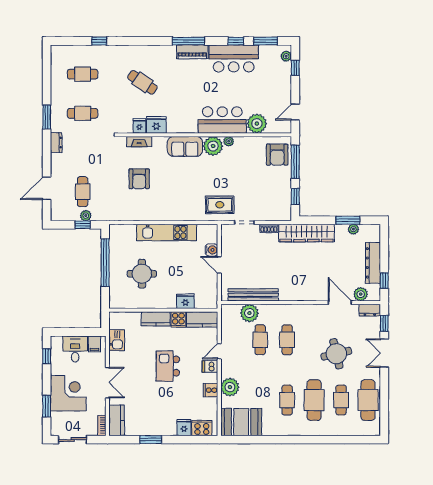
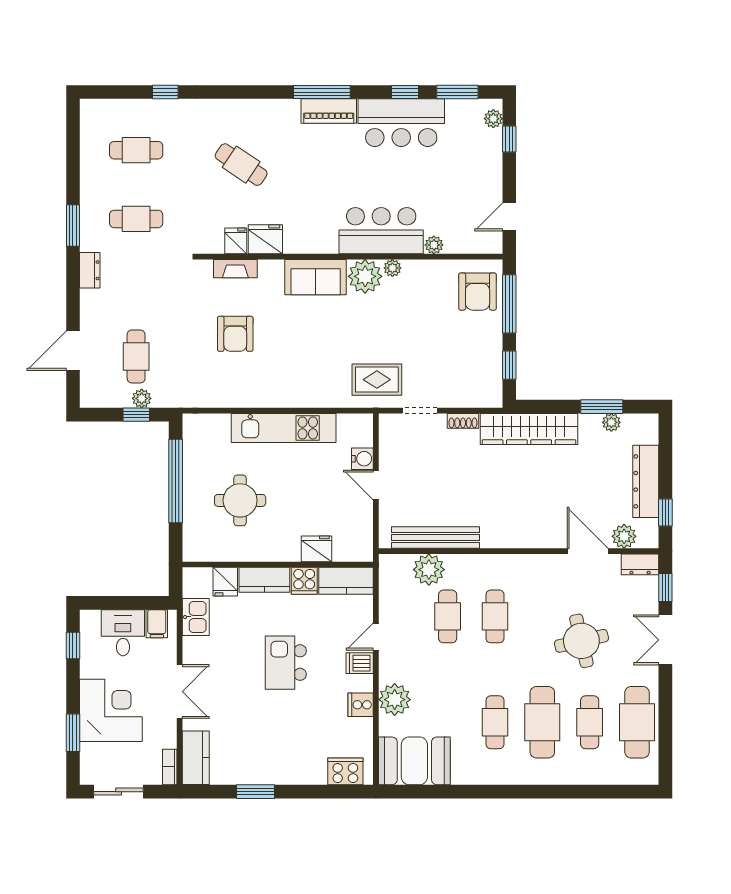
plant: (257, 124) -> (434, 245), width x0.53, depth x0.53
fridge: (184, 428) -> (225, 582), moved, turned 180

